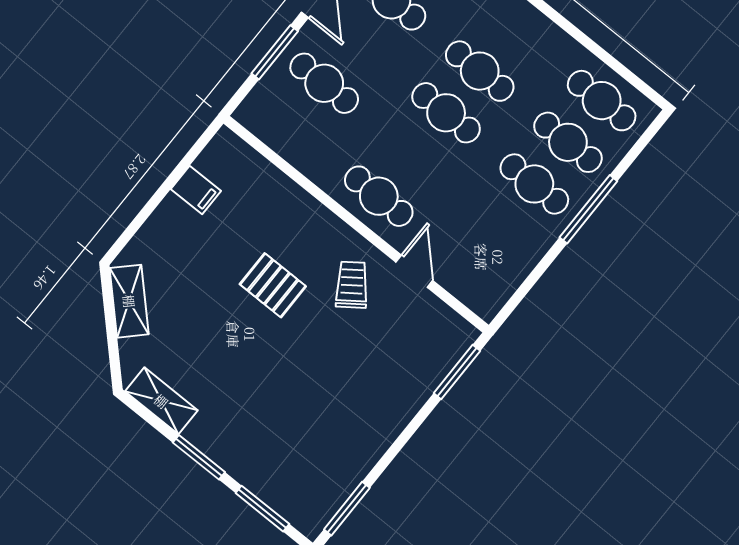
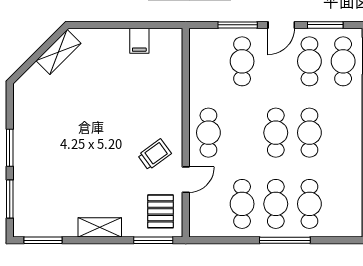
cafe table: (602, 101) -> (242, 204), moved
pallet: (273, 285) -> (161, 211), moved
shelving: (161, 401) -> (100, 227), moved, turned 90

